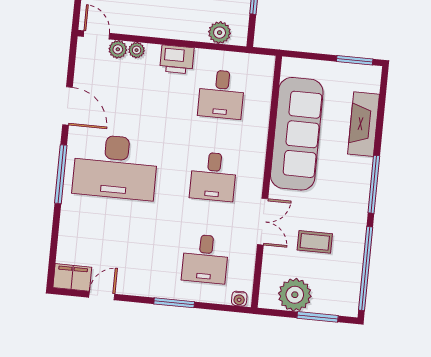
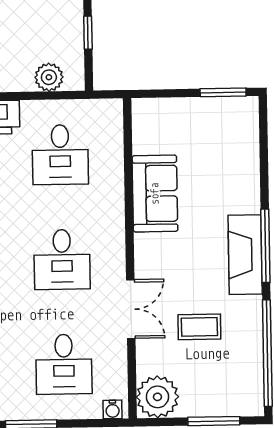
fireplace: (364, 124) -> (245, 255), moved
sofa: (297, 134) -> (155, 194), width x0.54, depth x0.79
plant: (295, 295) -> (157, 397), moved

